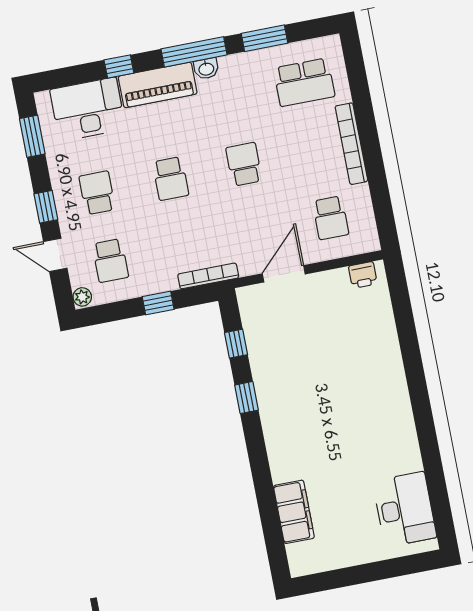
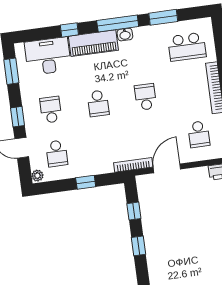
bookcase: (208, 276) -> (133, 165), moved

